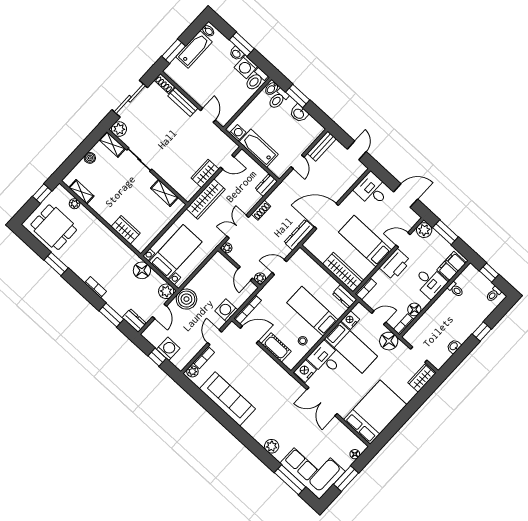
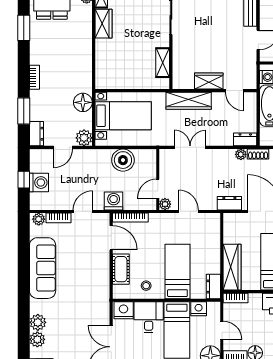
shoe rack: (261, 210) -> (258, 154), moved
wardrobe: (126, 230) -> (104, 24), moved
dresser: (299, 235) -> (229, 203), width x0.70
plant: (227, 248) -> (241, 154), moved
boiler: (186, 299) -> (123, 160), moved
plant: (261, 435) -> (38, 322), added

